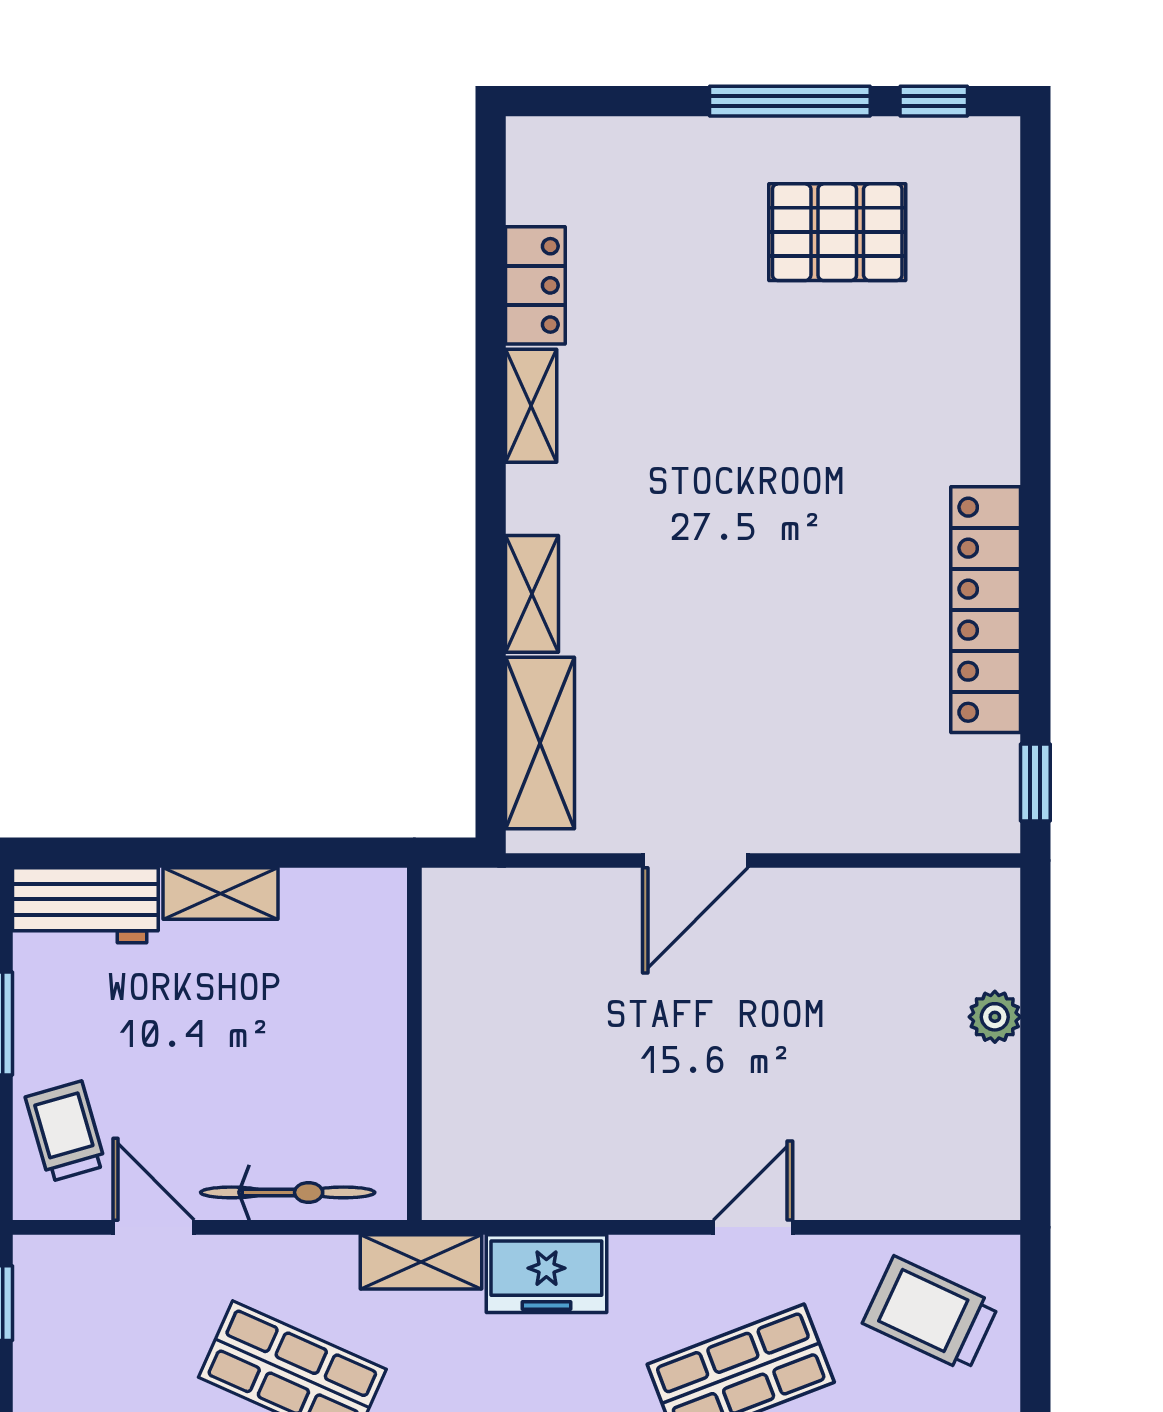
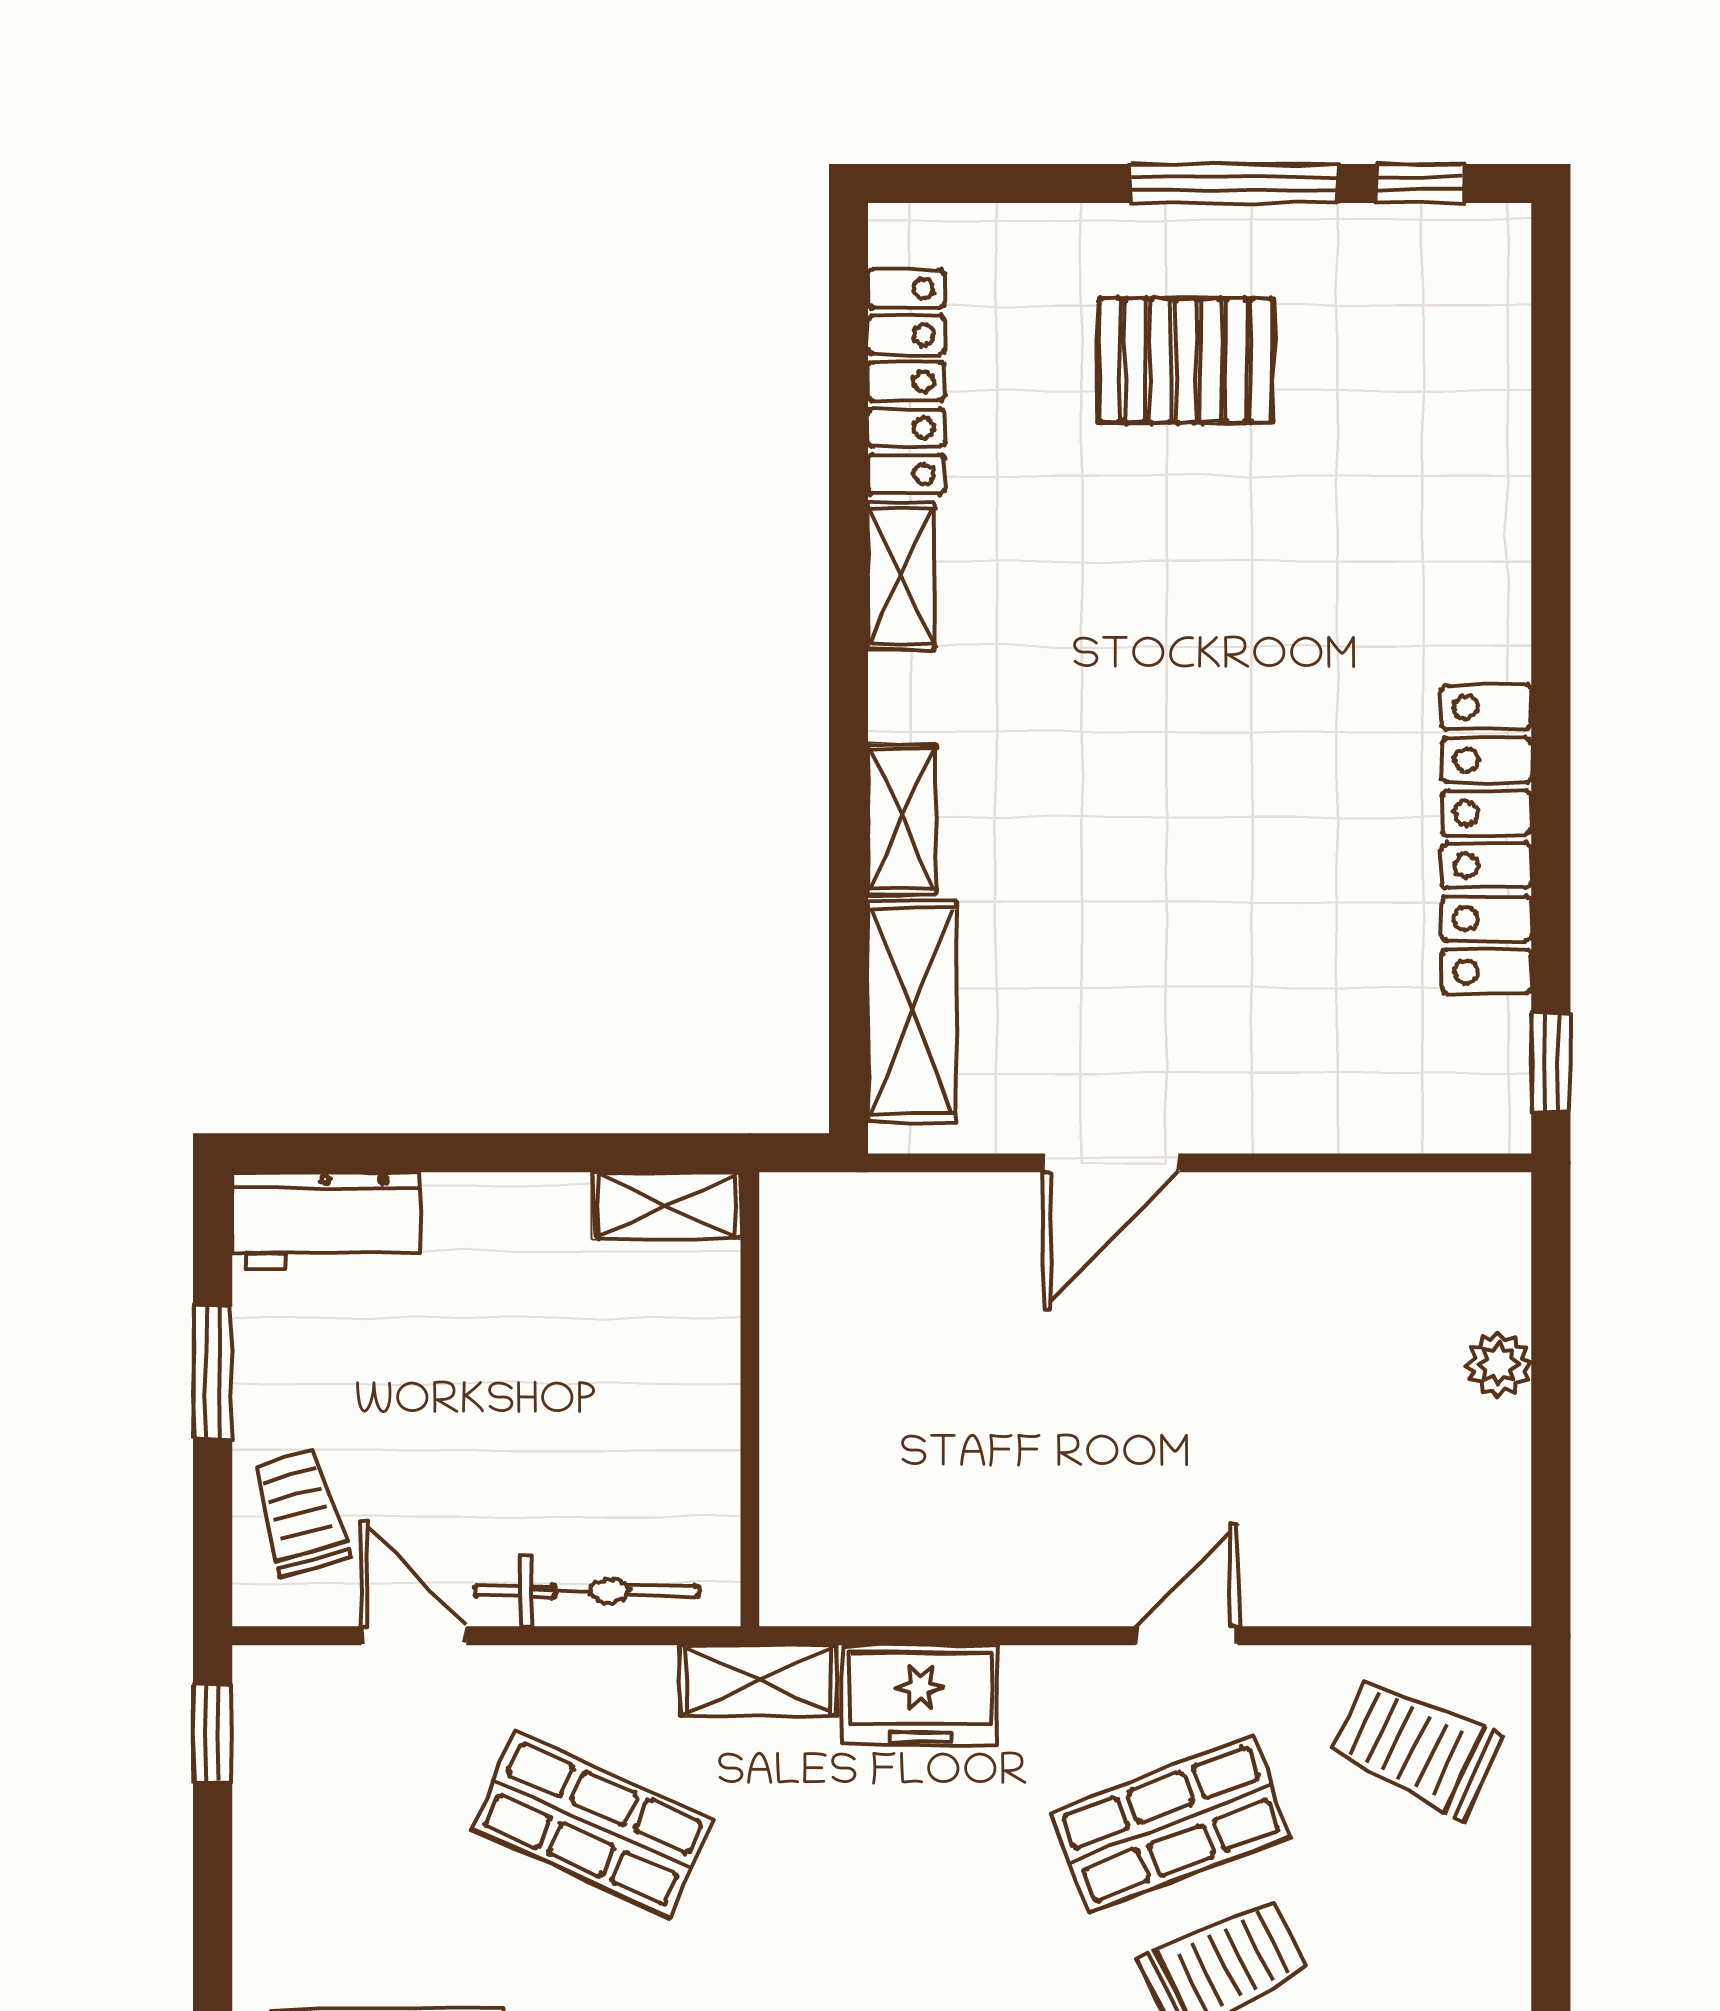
pallet: (837, 232) -> (1186, 360), moved
locker: (535, 285) -> (906, 381), width x1.53
shelving: (220, 894) -> (667, 1205), moved

